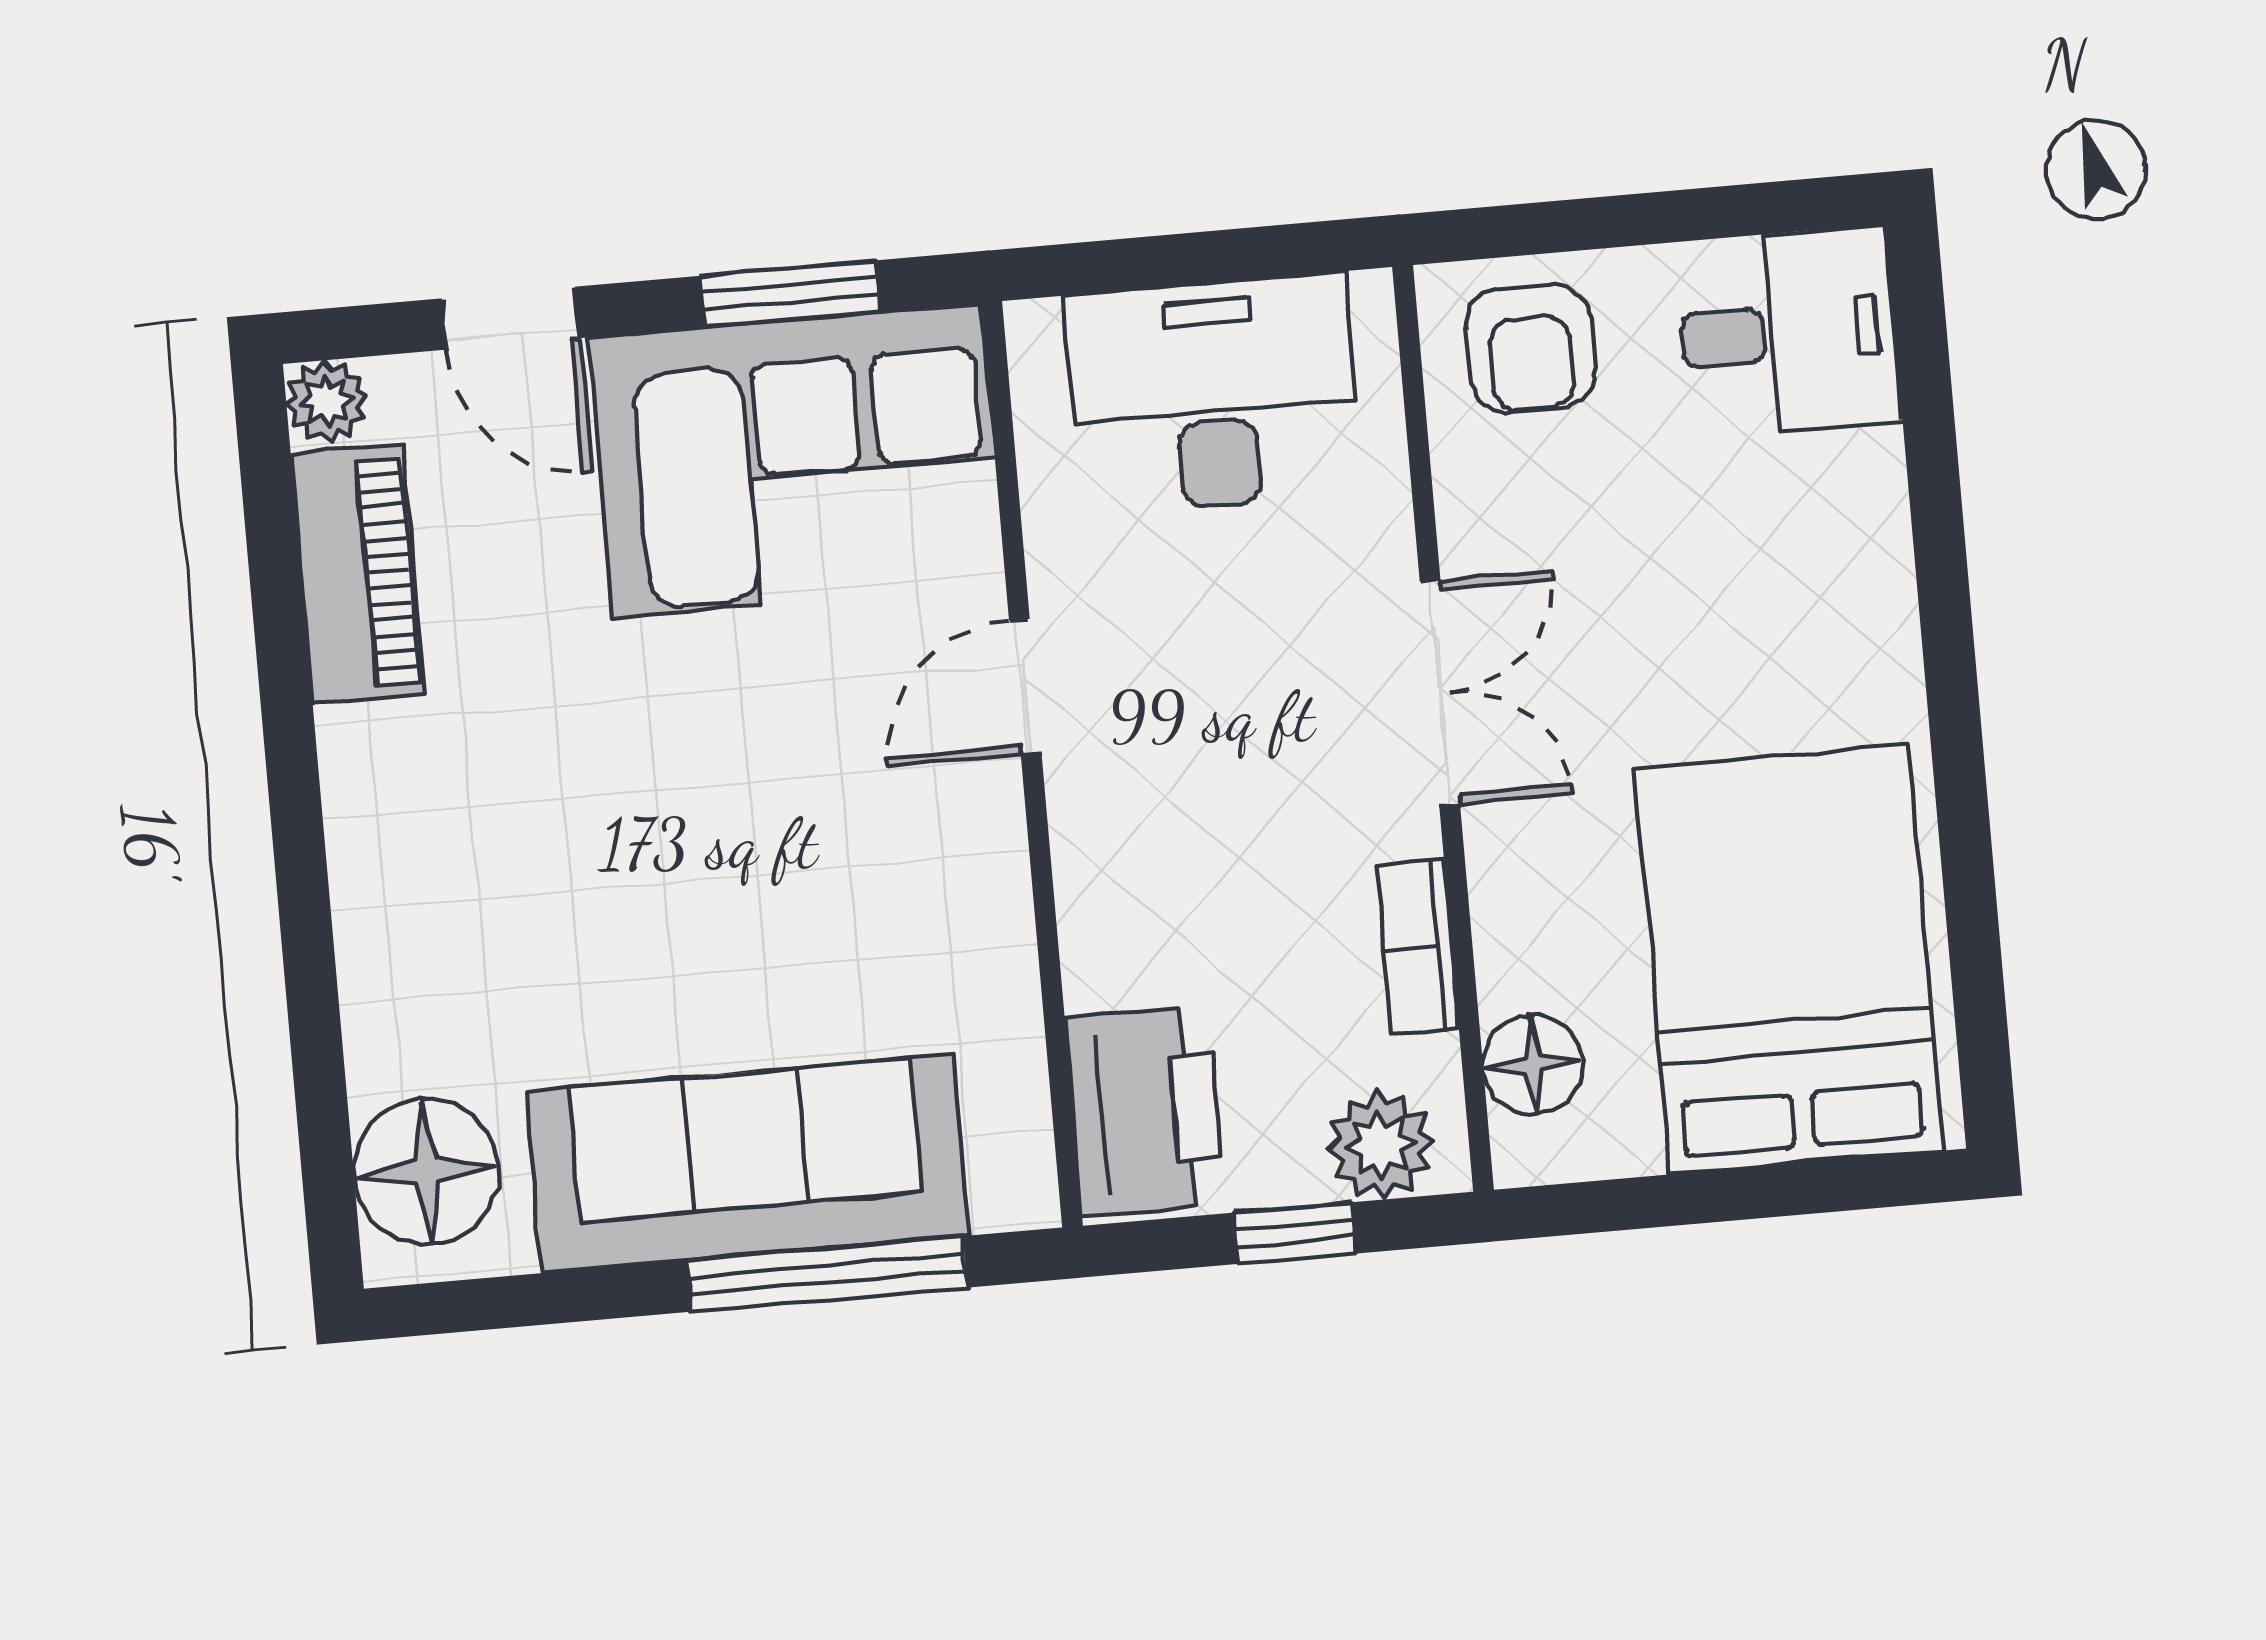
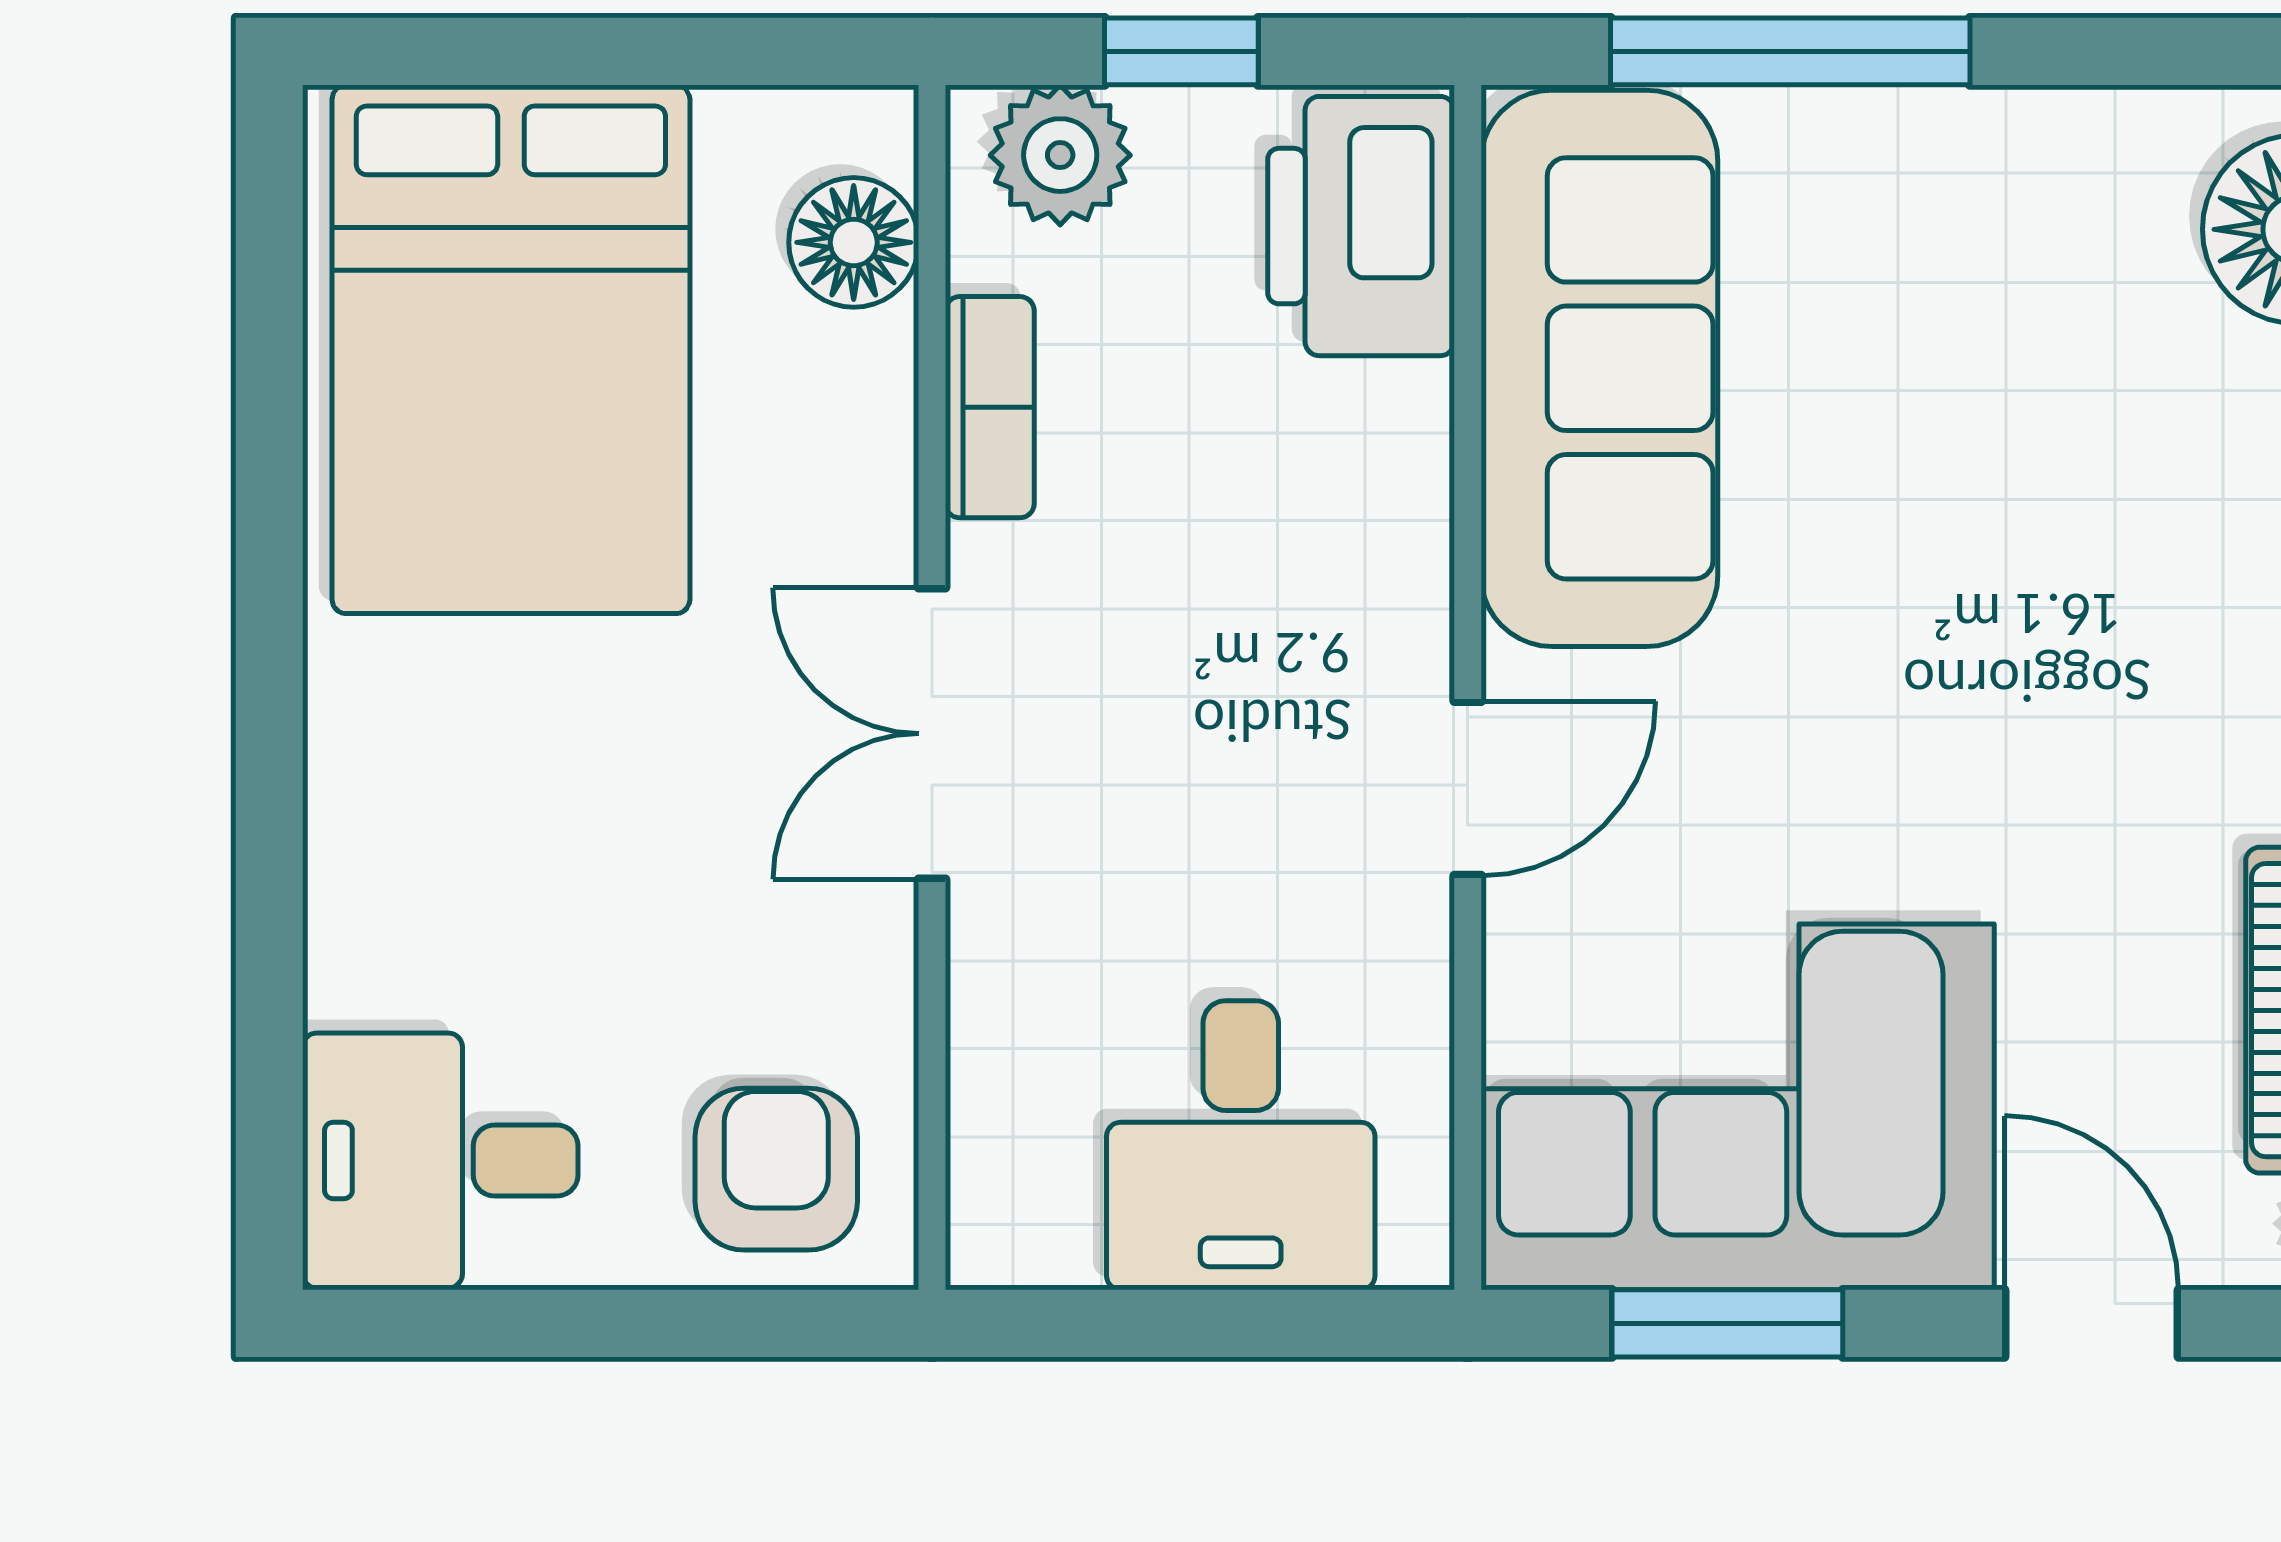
desk: (1214, 394) -> (1241, 1145), width x0.73
sofa: (748, 1164) -> (1599, 368), moved, turned -90

